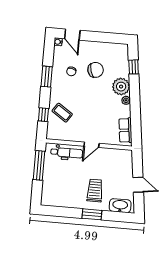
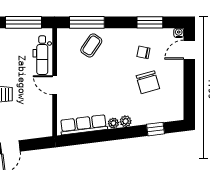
window: (47, 77) -> (150, 22), moved
plant: (121, 87) -> (126, 121), width x0.53, depth x0.53
window: (43, 115) -> (87, 22), width x2.17
row of seats: (125, 130) -> (84, 125), width x1.48

